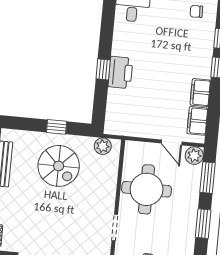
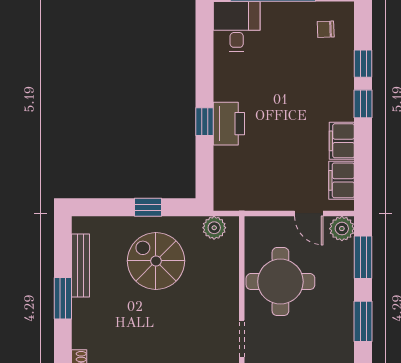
spiral stairs: (59, 166) -> (156, 261), turned 180

